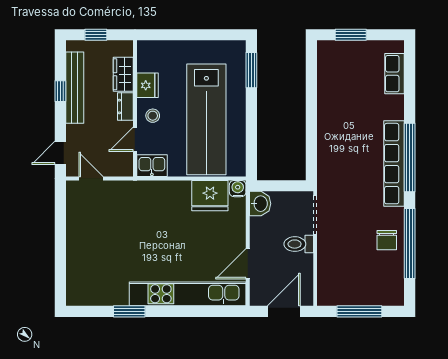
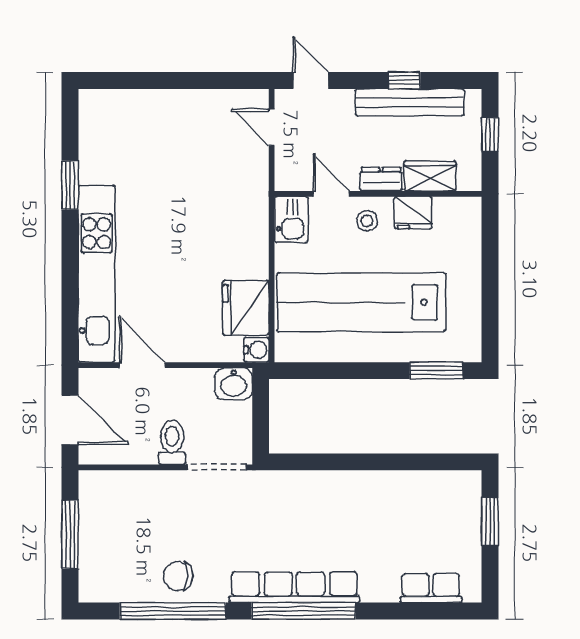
door: (91, 178) -> (272, 127), swing flipped

